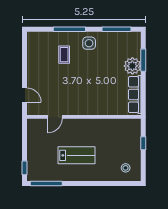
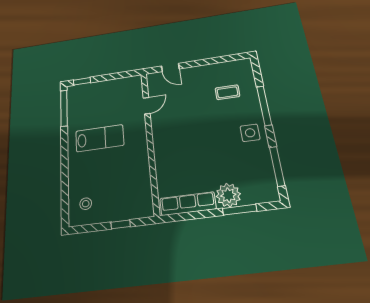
coffee table: (64, 55) -> (227, 92), moved
door: (24, 95) -> (170, 67), hinge flipped
door: (55, 117) -> (147, 106), swing flipped
lab bench: (76, 155) -> (100, 138), turned -90

